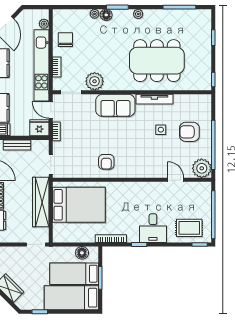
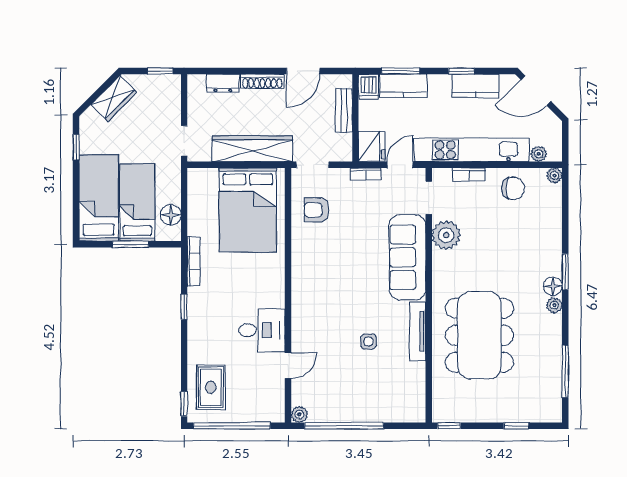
plant: (95, 14) -> (555, 176), moved
floor lamp: (106, 15) -> (553, 286), moved
sofa: (115, 105) -> (407, 257), width x1.36
armchair: (189, 132) -> (365, 387), removed
armchair: (106, 162) -> (317, 210), moved
plant: (202, 168) -> (299, 414), width x0.53, depth x0.53
desk: (153, 228) -> (262, 330), moved, turned 180

